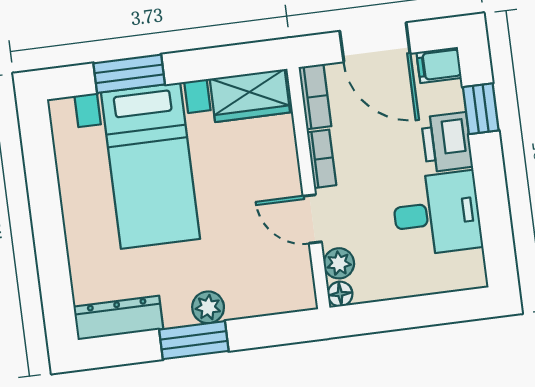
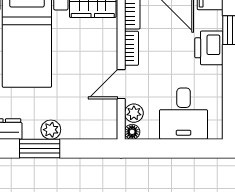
desk: (437, 214) -> (184, 114), moved, turned 90
door: (312, 219) -> (121, 84), hinge flipped

